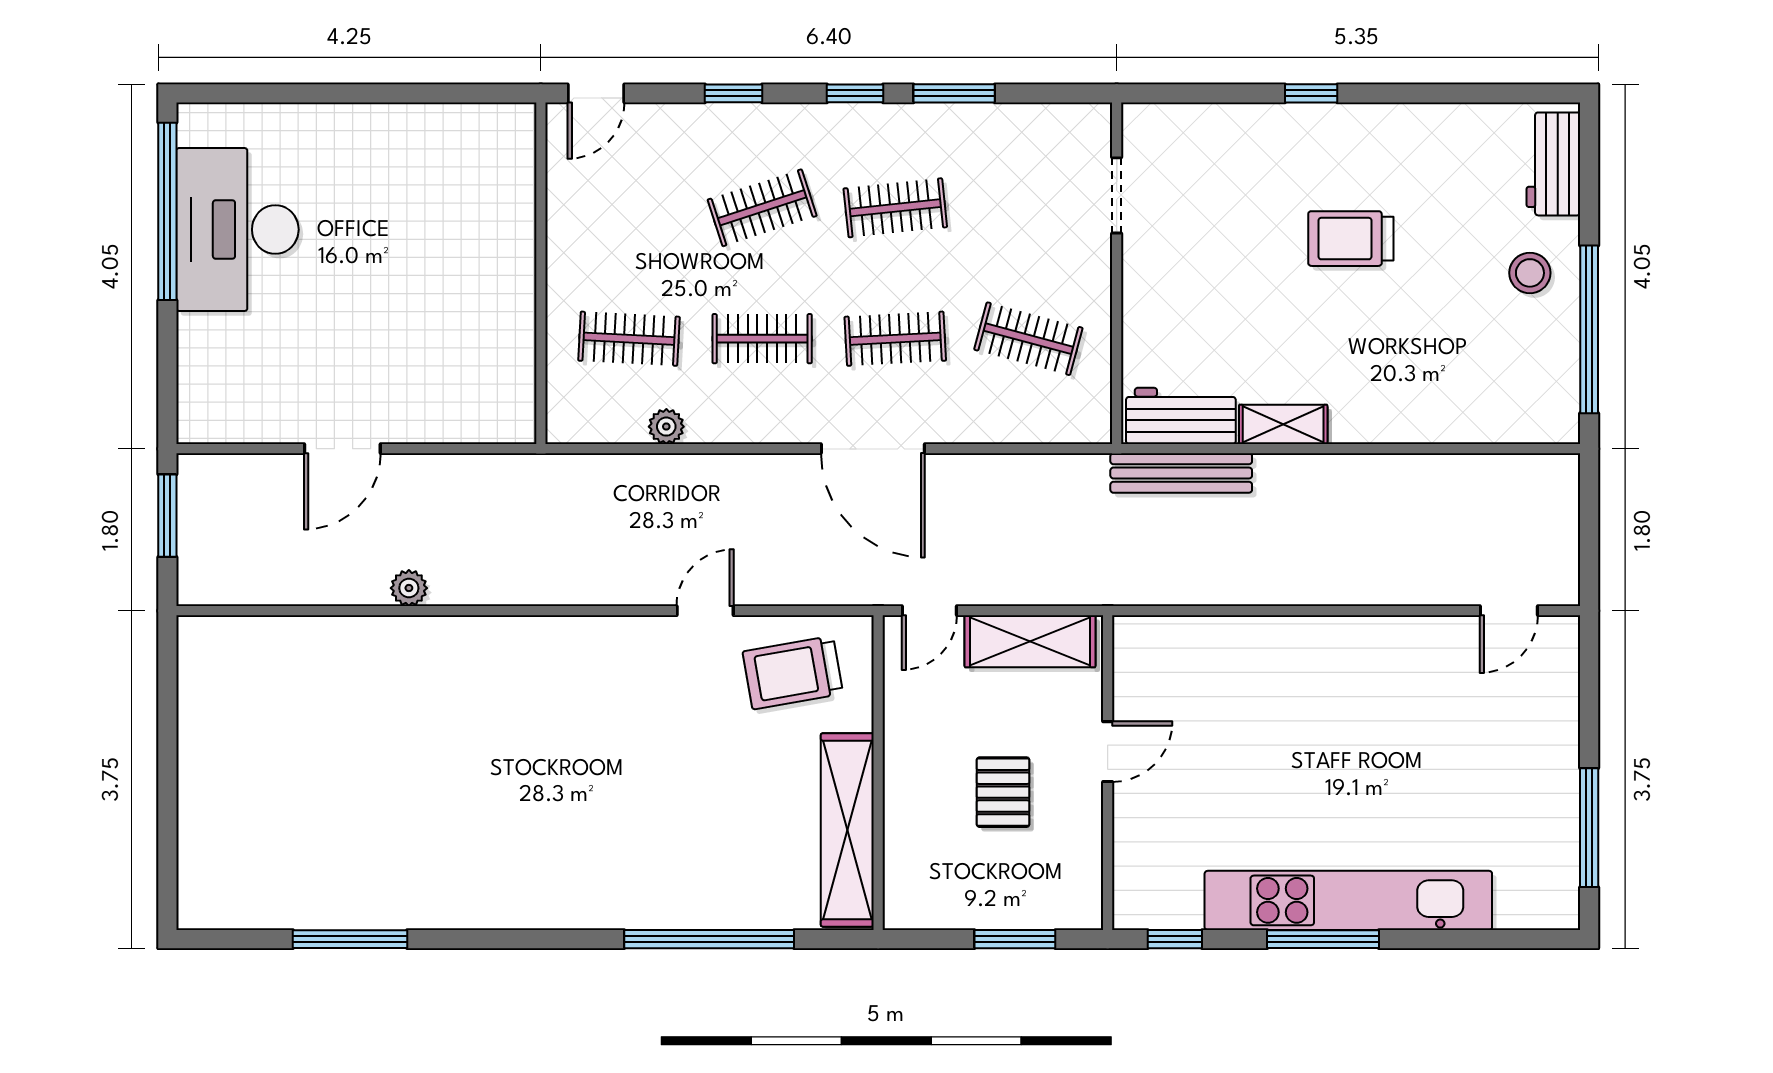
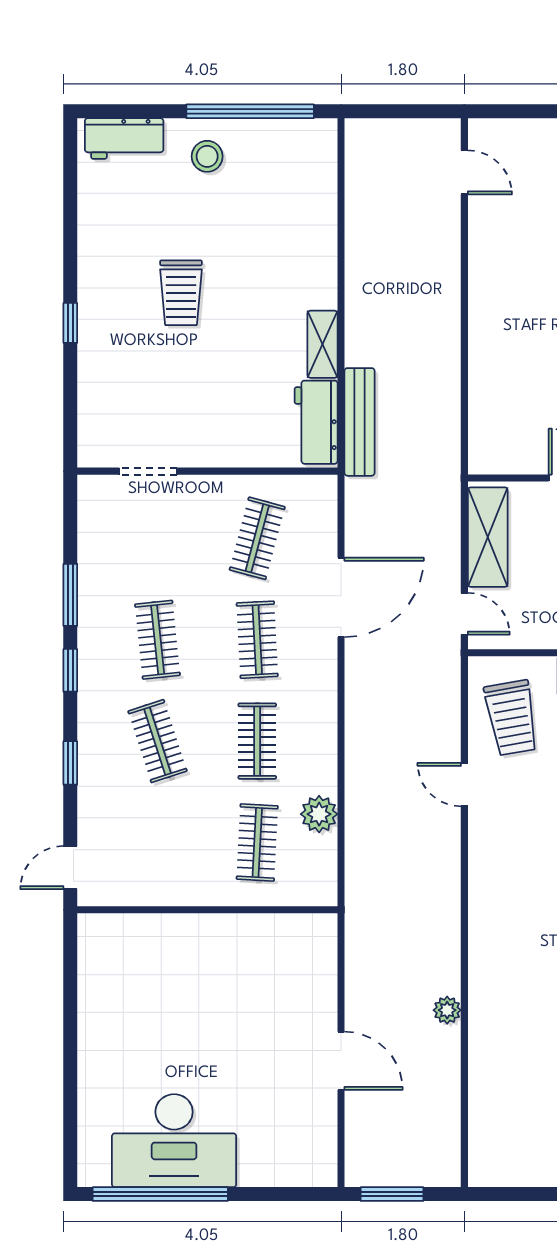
door: (596, 93) -> (70, 868), swing flipped
plant: (666, 427) -> (319, 814), width x1.38, depth x1.38
door: (873, 449) -> (341, 597), moved

